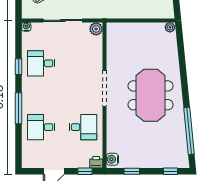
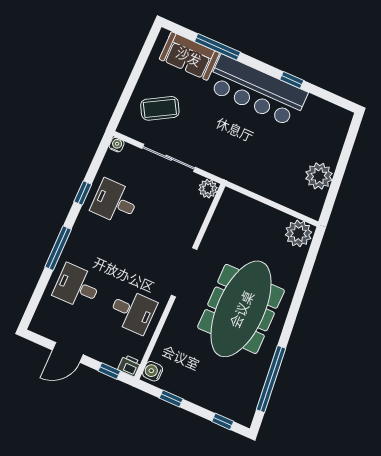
plant: (170, 27) -> (299, 233), width x1.88, depth x1.88
meeting table: (151, 95) -> (241, 309), width x1.36

